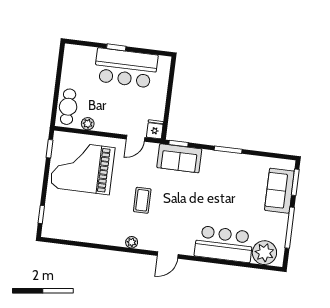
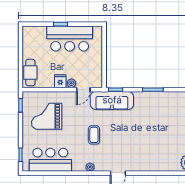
plant: (88, 124) -> (71, 83), moved
fridge: (155, 129) -> (60, 81), moved
sofa: (179, 158) -> (112, 100), width x1.36
grand piano: (82, 168) -> (47, 116), width x0.73, depth x0.68
bar counter: (224, 244) -> (50, 160), moved

